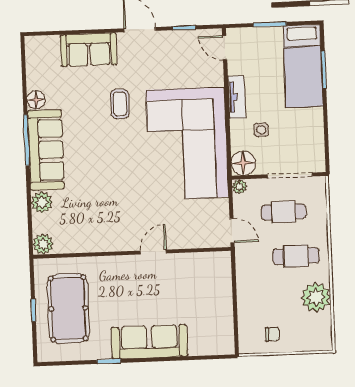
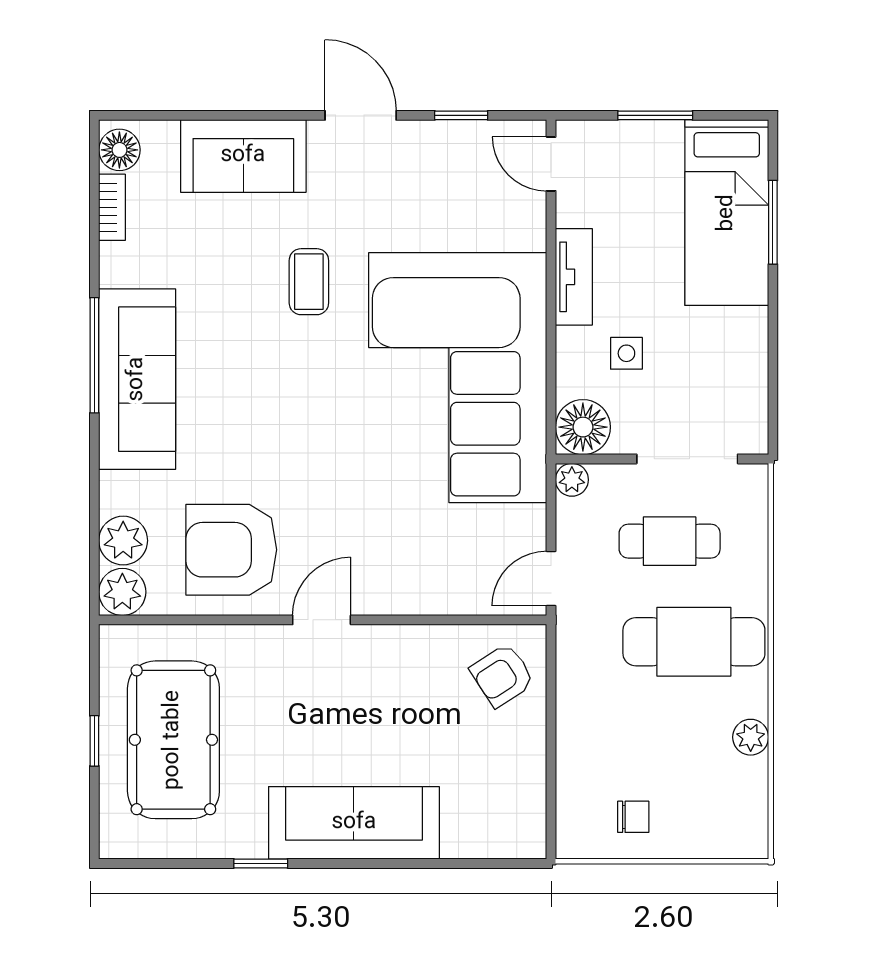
bookcase: (32, 75) -> (112, 207), added
floor lamp: (36, 100) -> (119, 150), moved
plant: (42, 202) -> (123, 541), moved
armchair: (90, 223) -> (231, 550), added
door: (232, 231) -> (551, 579), swing flipped
door: (153, 252) -> (322, 620), moved
cafe table: (296, 256) -> (694, 642), width x1.37, depth x1.35
armchair: (212, 274) -> (502, 675), added
plant: (316, 297) -> (751, 737), width x0.53, depth x0.53

